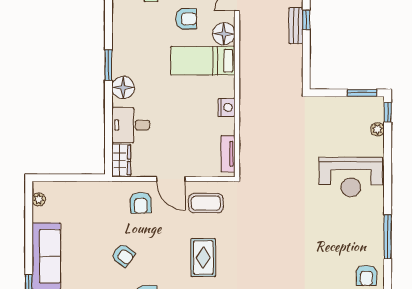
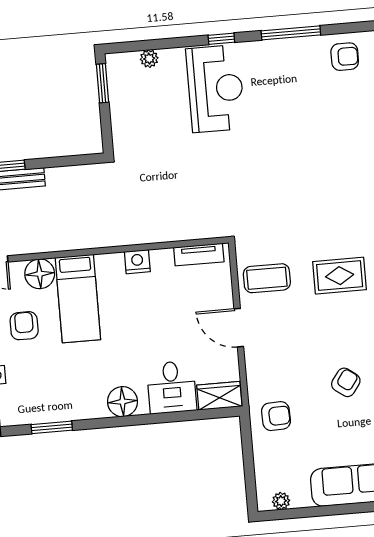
window: (108, 65) -> (52, 427), moved
window: (388, 112) -> (221, 39), moved
door: (171, 179) -> (239, 328), swing flipped
armchair: (141, 203) -> (276, 416), moved
coffee table: (206, 203) -> (267, 278), turned 90

